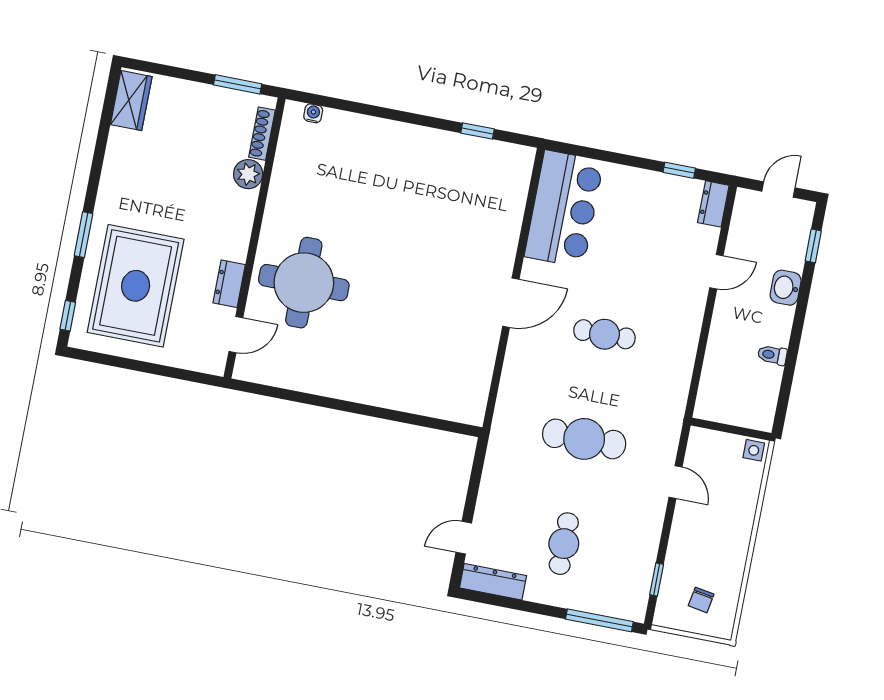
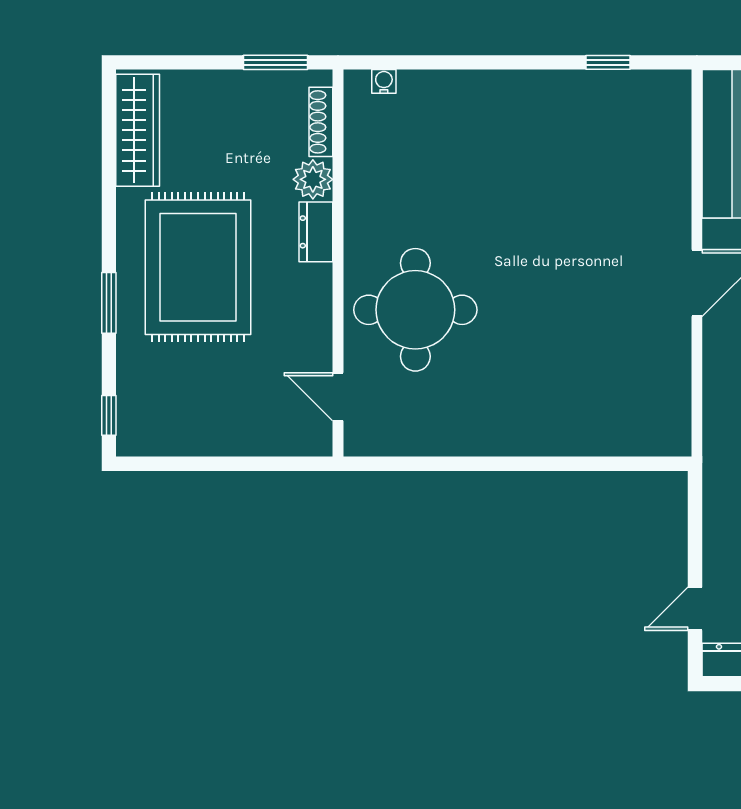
wardrobe: (131, 101) -> (138, 130), width x1.50
dresser: (229, 284) -> (316, 232), moved
rug: (136, 286) -> (198, 267), moved
door: (236, 335) -> (338, 397), swing flipped

